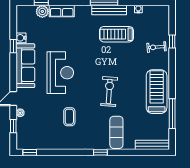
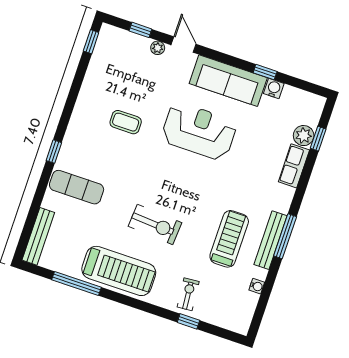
reception desk: (60, 73) -> (199, 131), turned 180
exercise bike: (109, 92) -> (155, 225), moved

